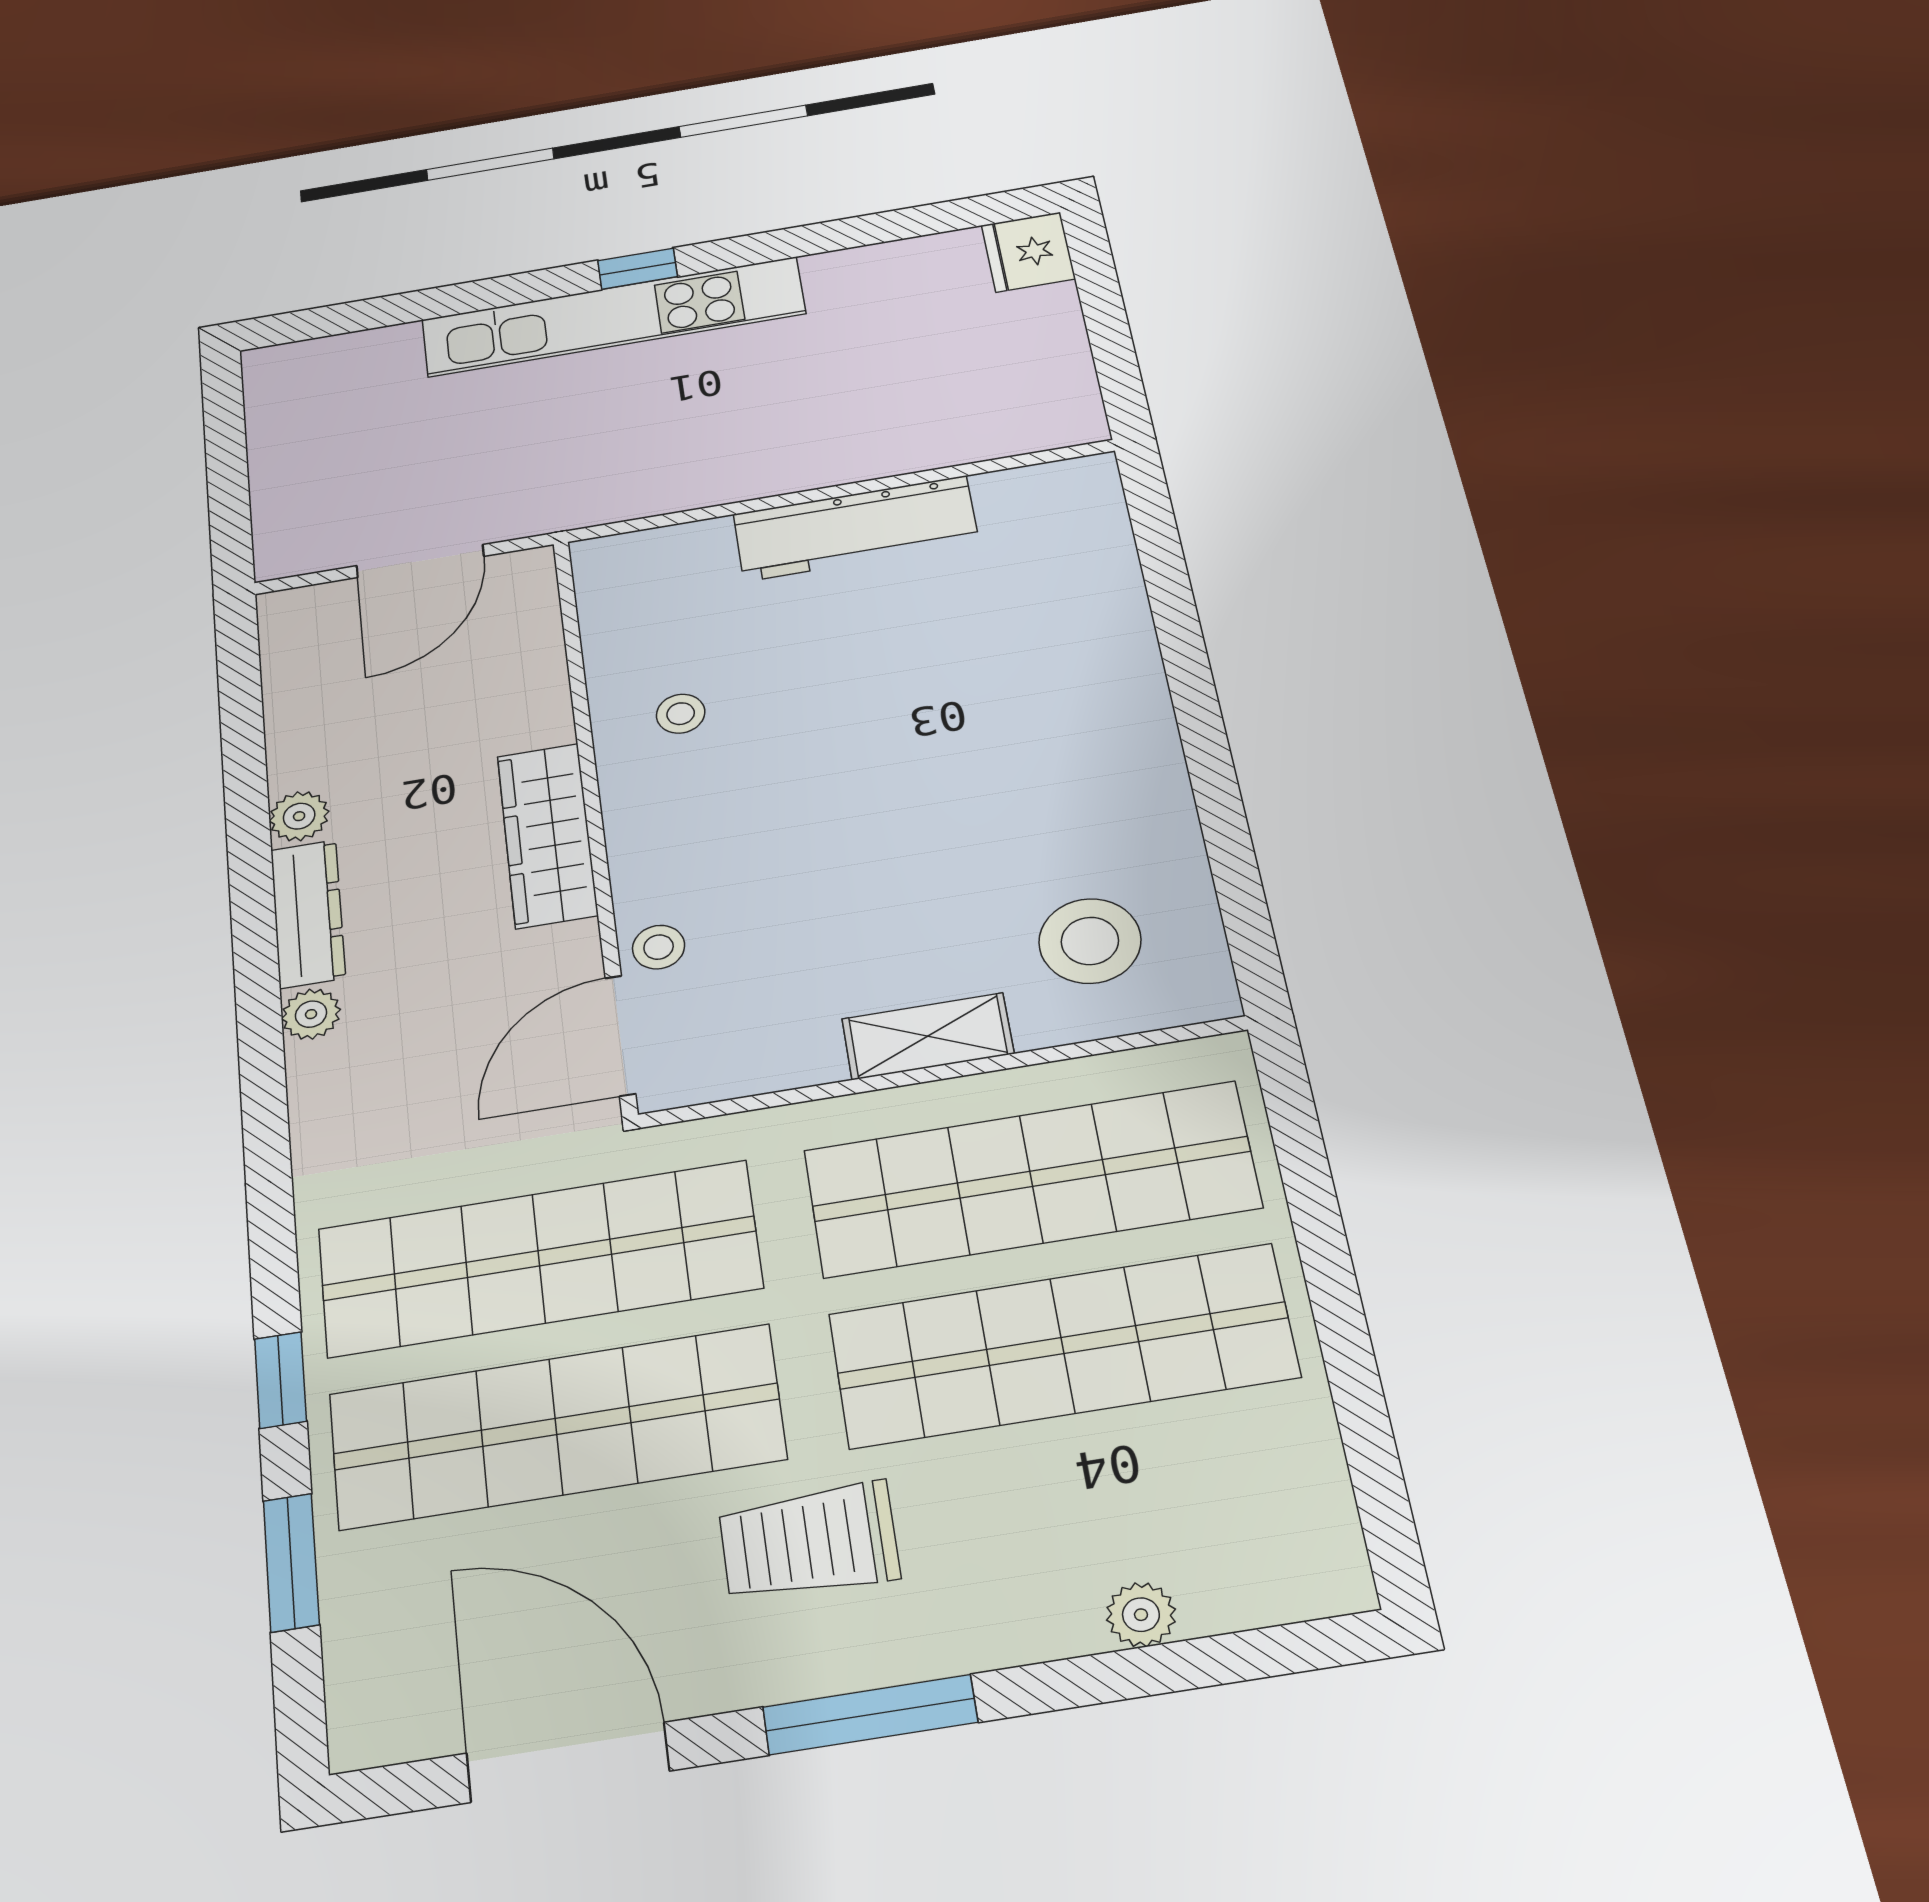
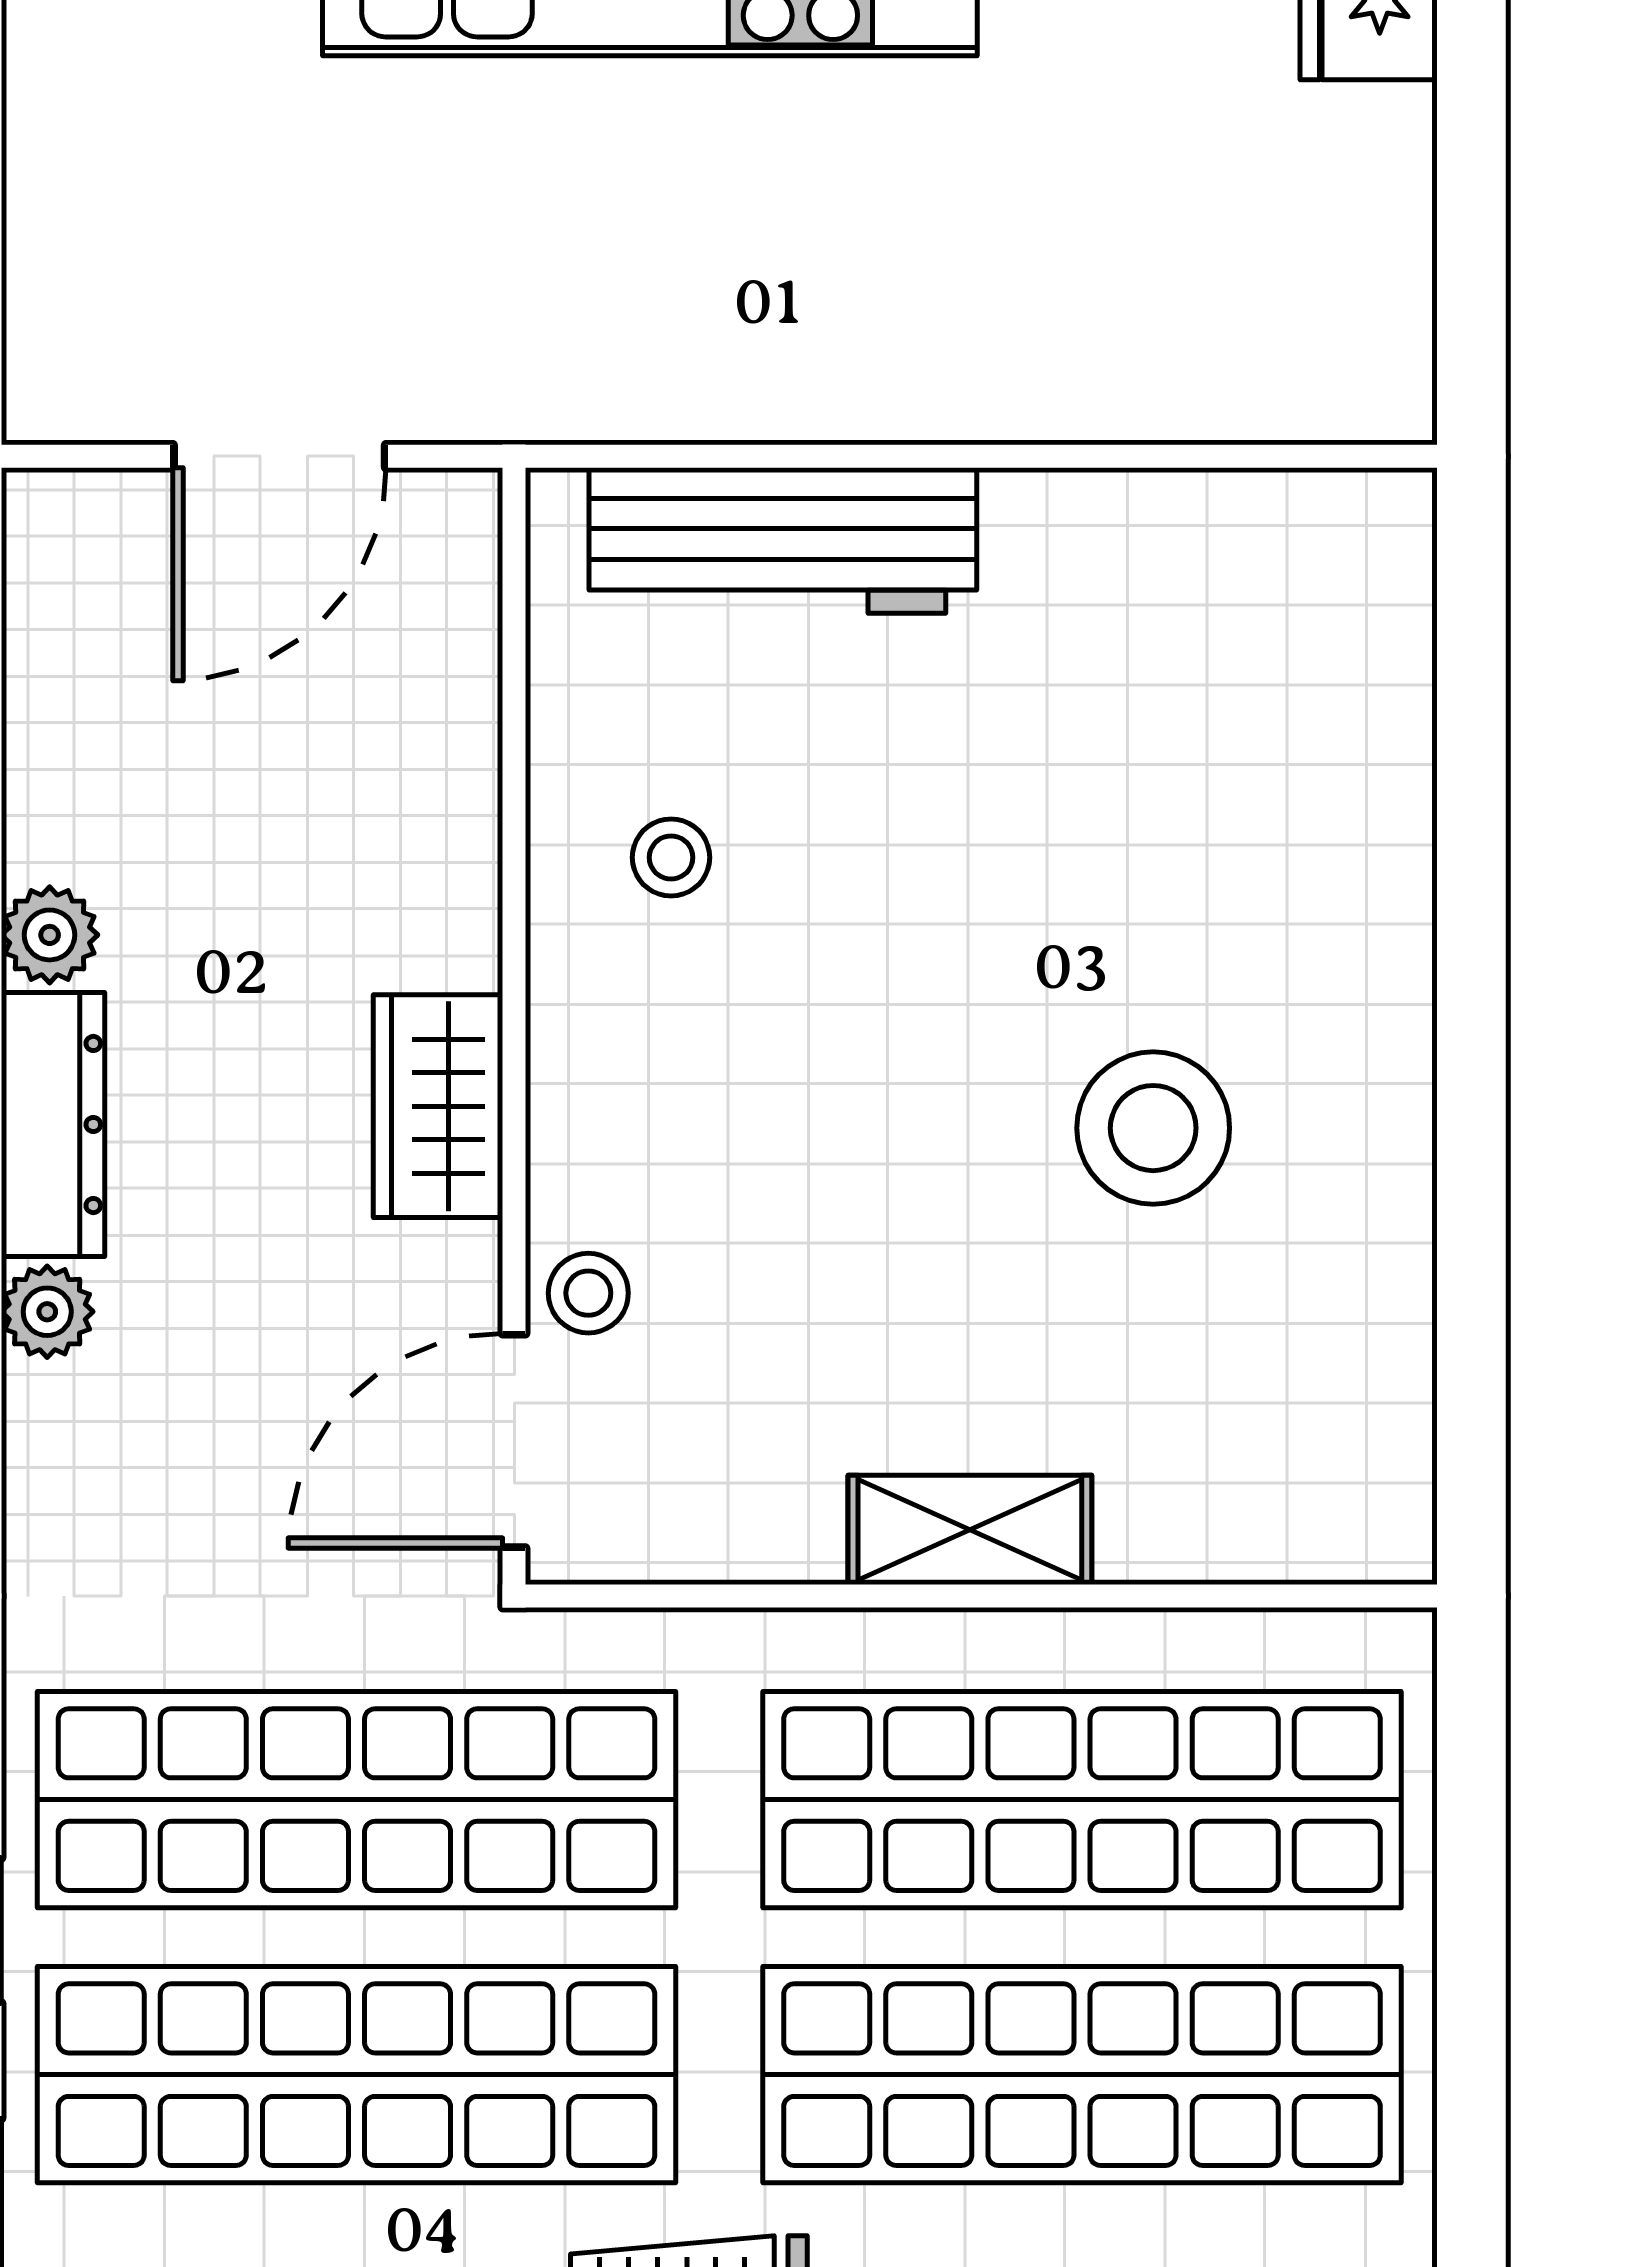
workbench: (856, 528) -> (783, 541), moved
wardrobe: (547, 835) -> (438, 1106), width x0.67
stool: (1090, 941) -> (1153, 1128), moved

